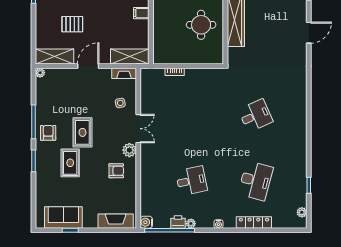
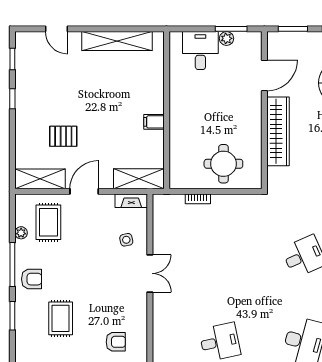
round table: (201, 25) -> (223, 164), moved
plant: (40, 73) -> (21, 233), moved
rug: (82, 132) -> (48, 222), moved
armchair: (48, 133) -> (32, 279), turned 90
plant: (129, 150) -> (138, 302), removed
armchair: (116, 171) -> (116, 342), moved

